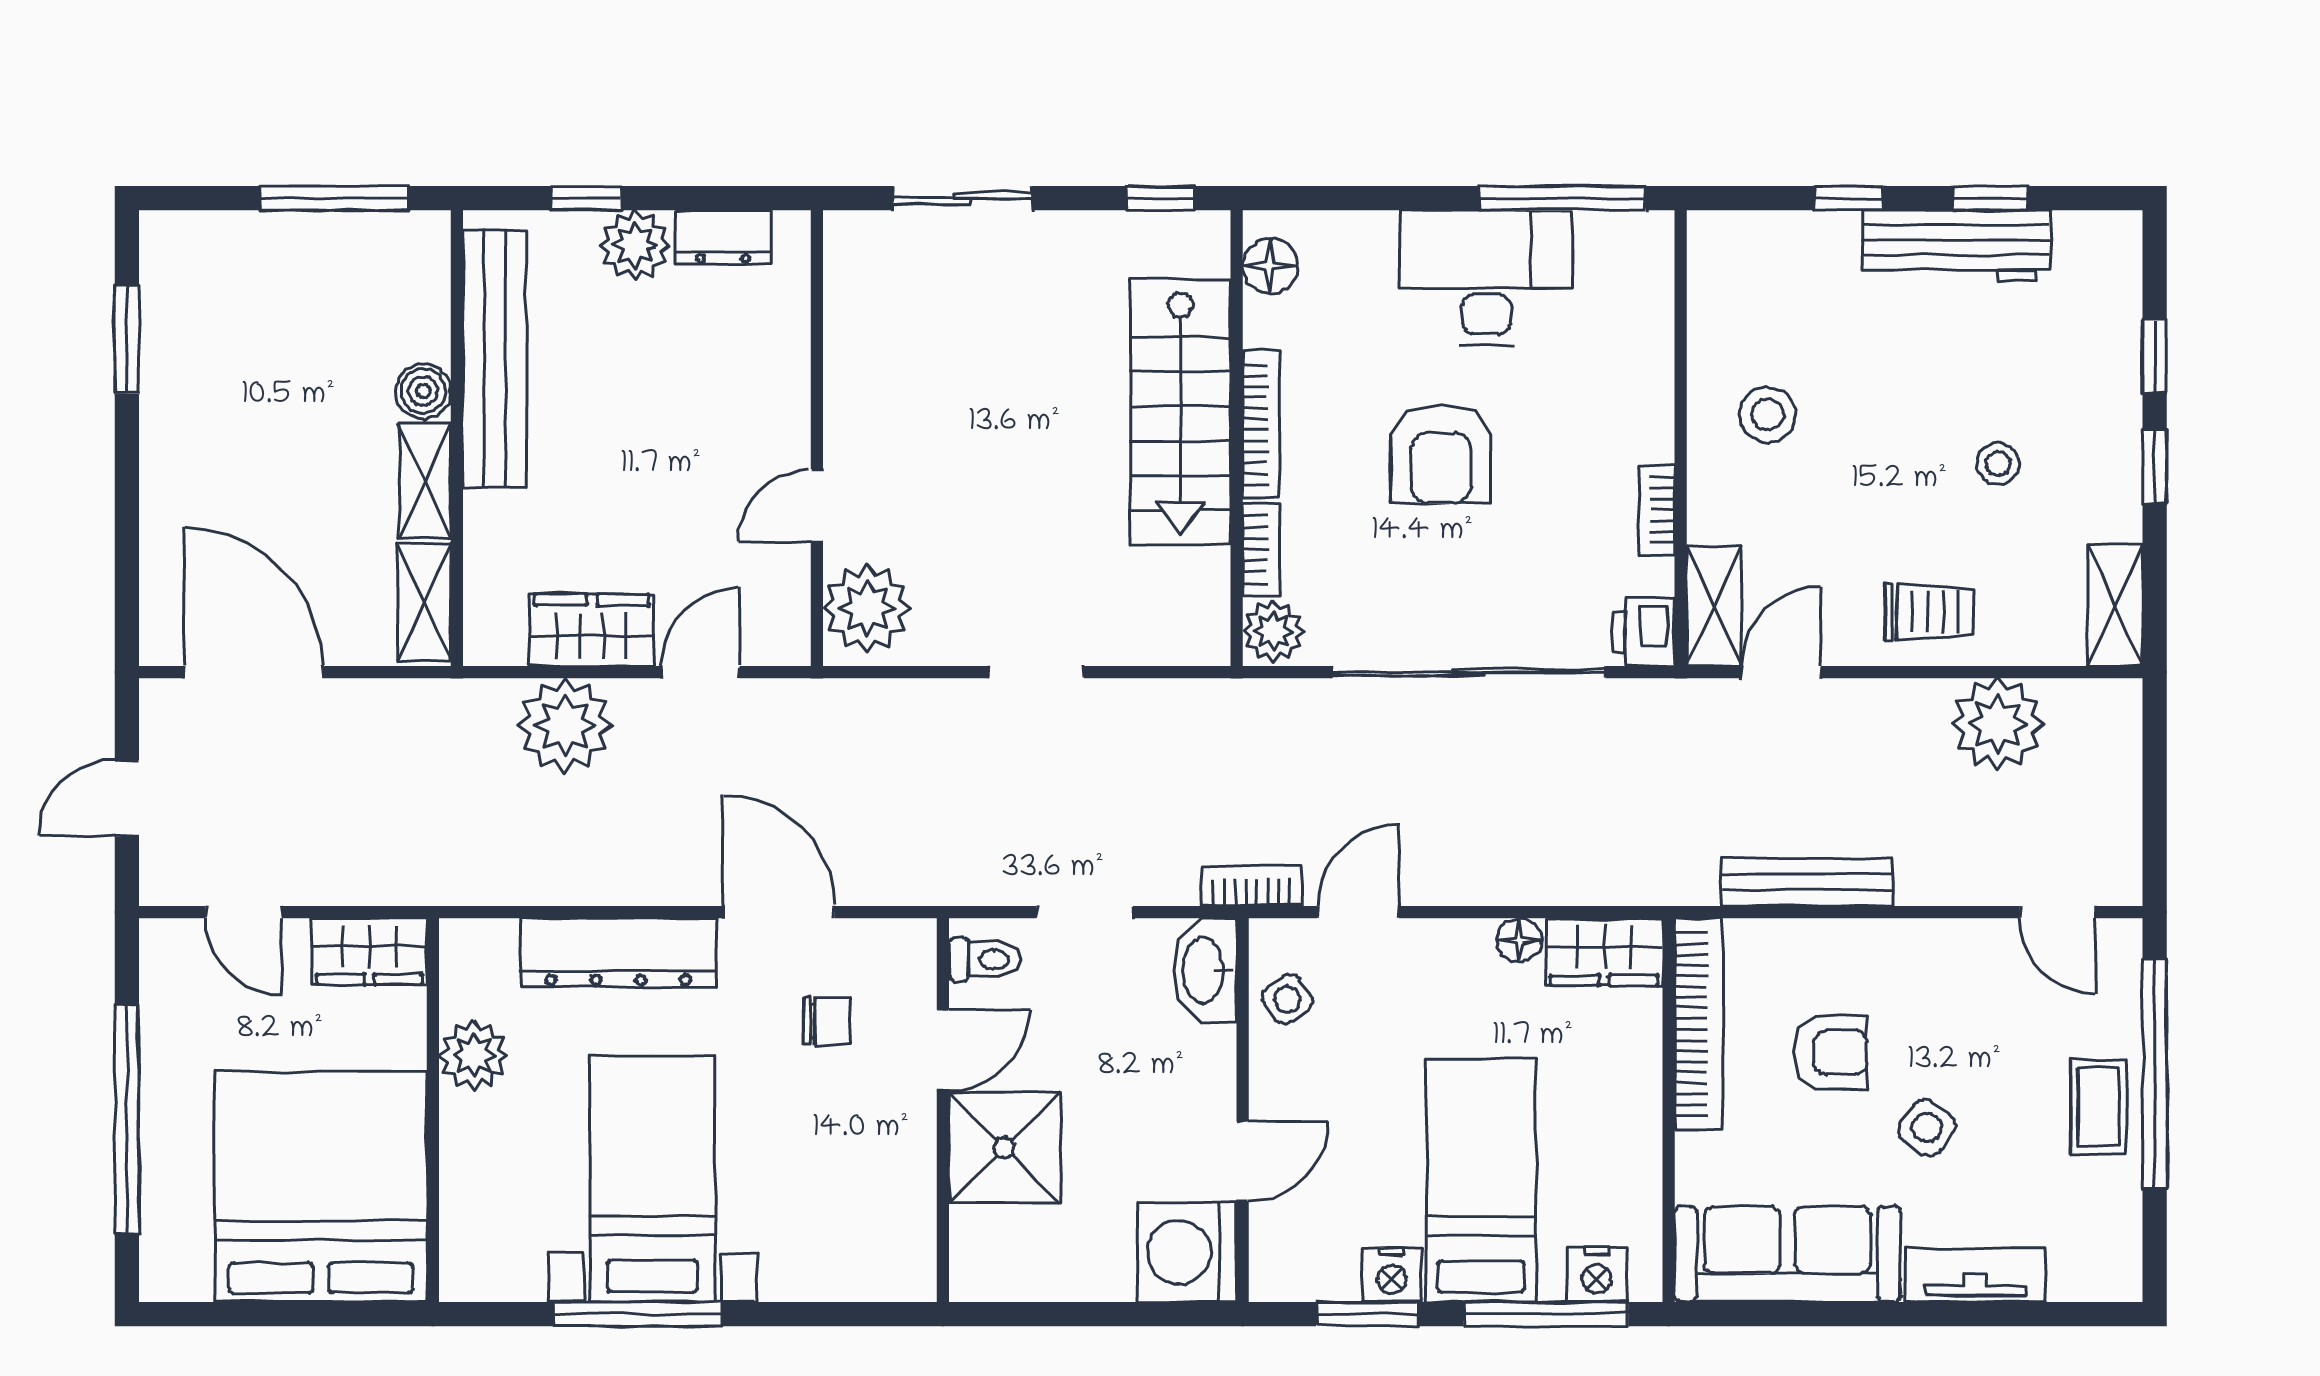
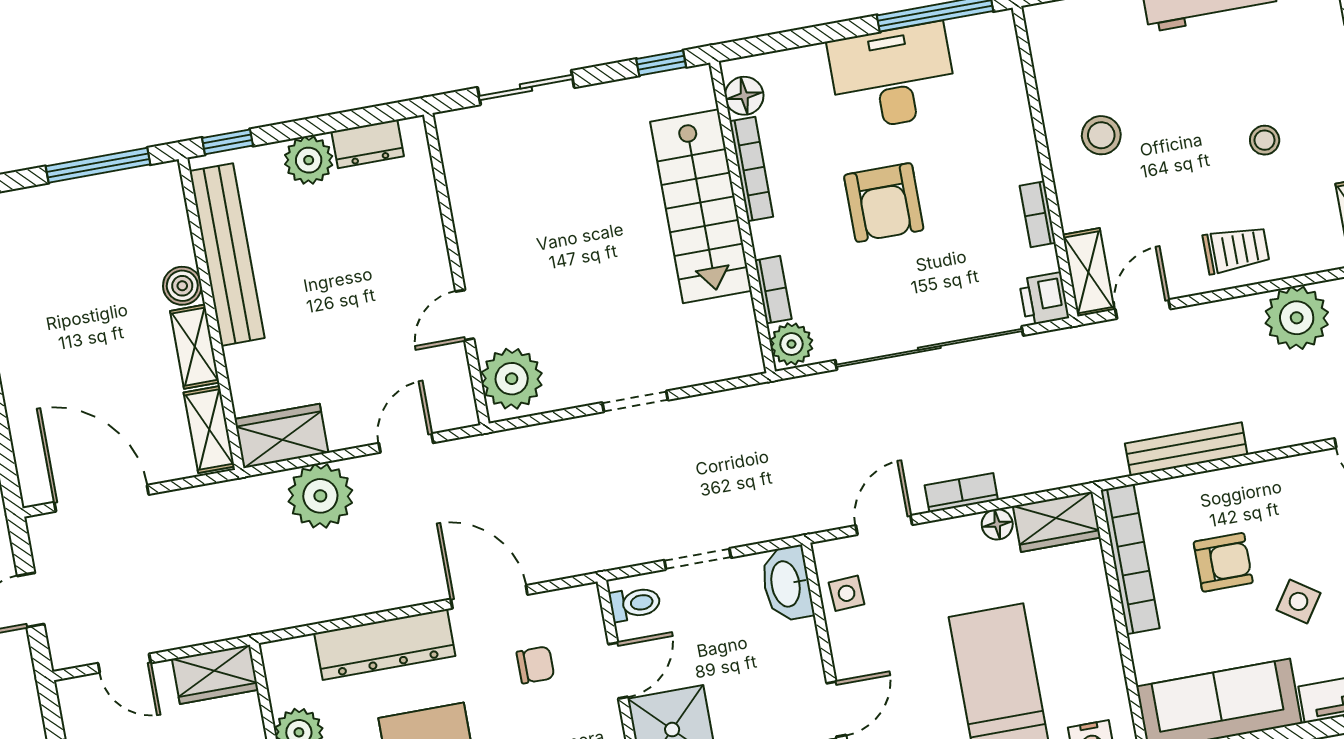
window: (586, 198) -> (228, 142), moved
bookcase: (1262, 424) -> (751, 169), moved
wardrobe: (592, 630) -> (281, 436), moved
bookcase: (1251, 886) -> (961, 493), moved
side table: (1287, 999) -> (847, 593), turned 33

